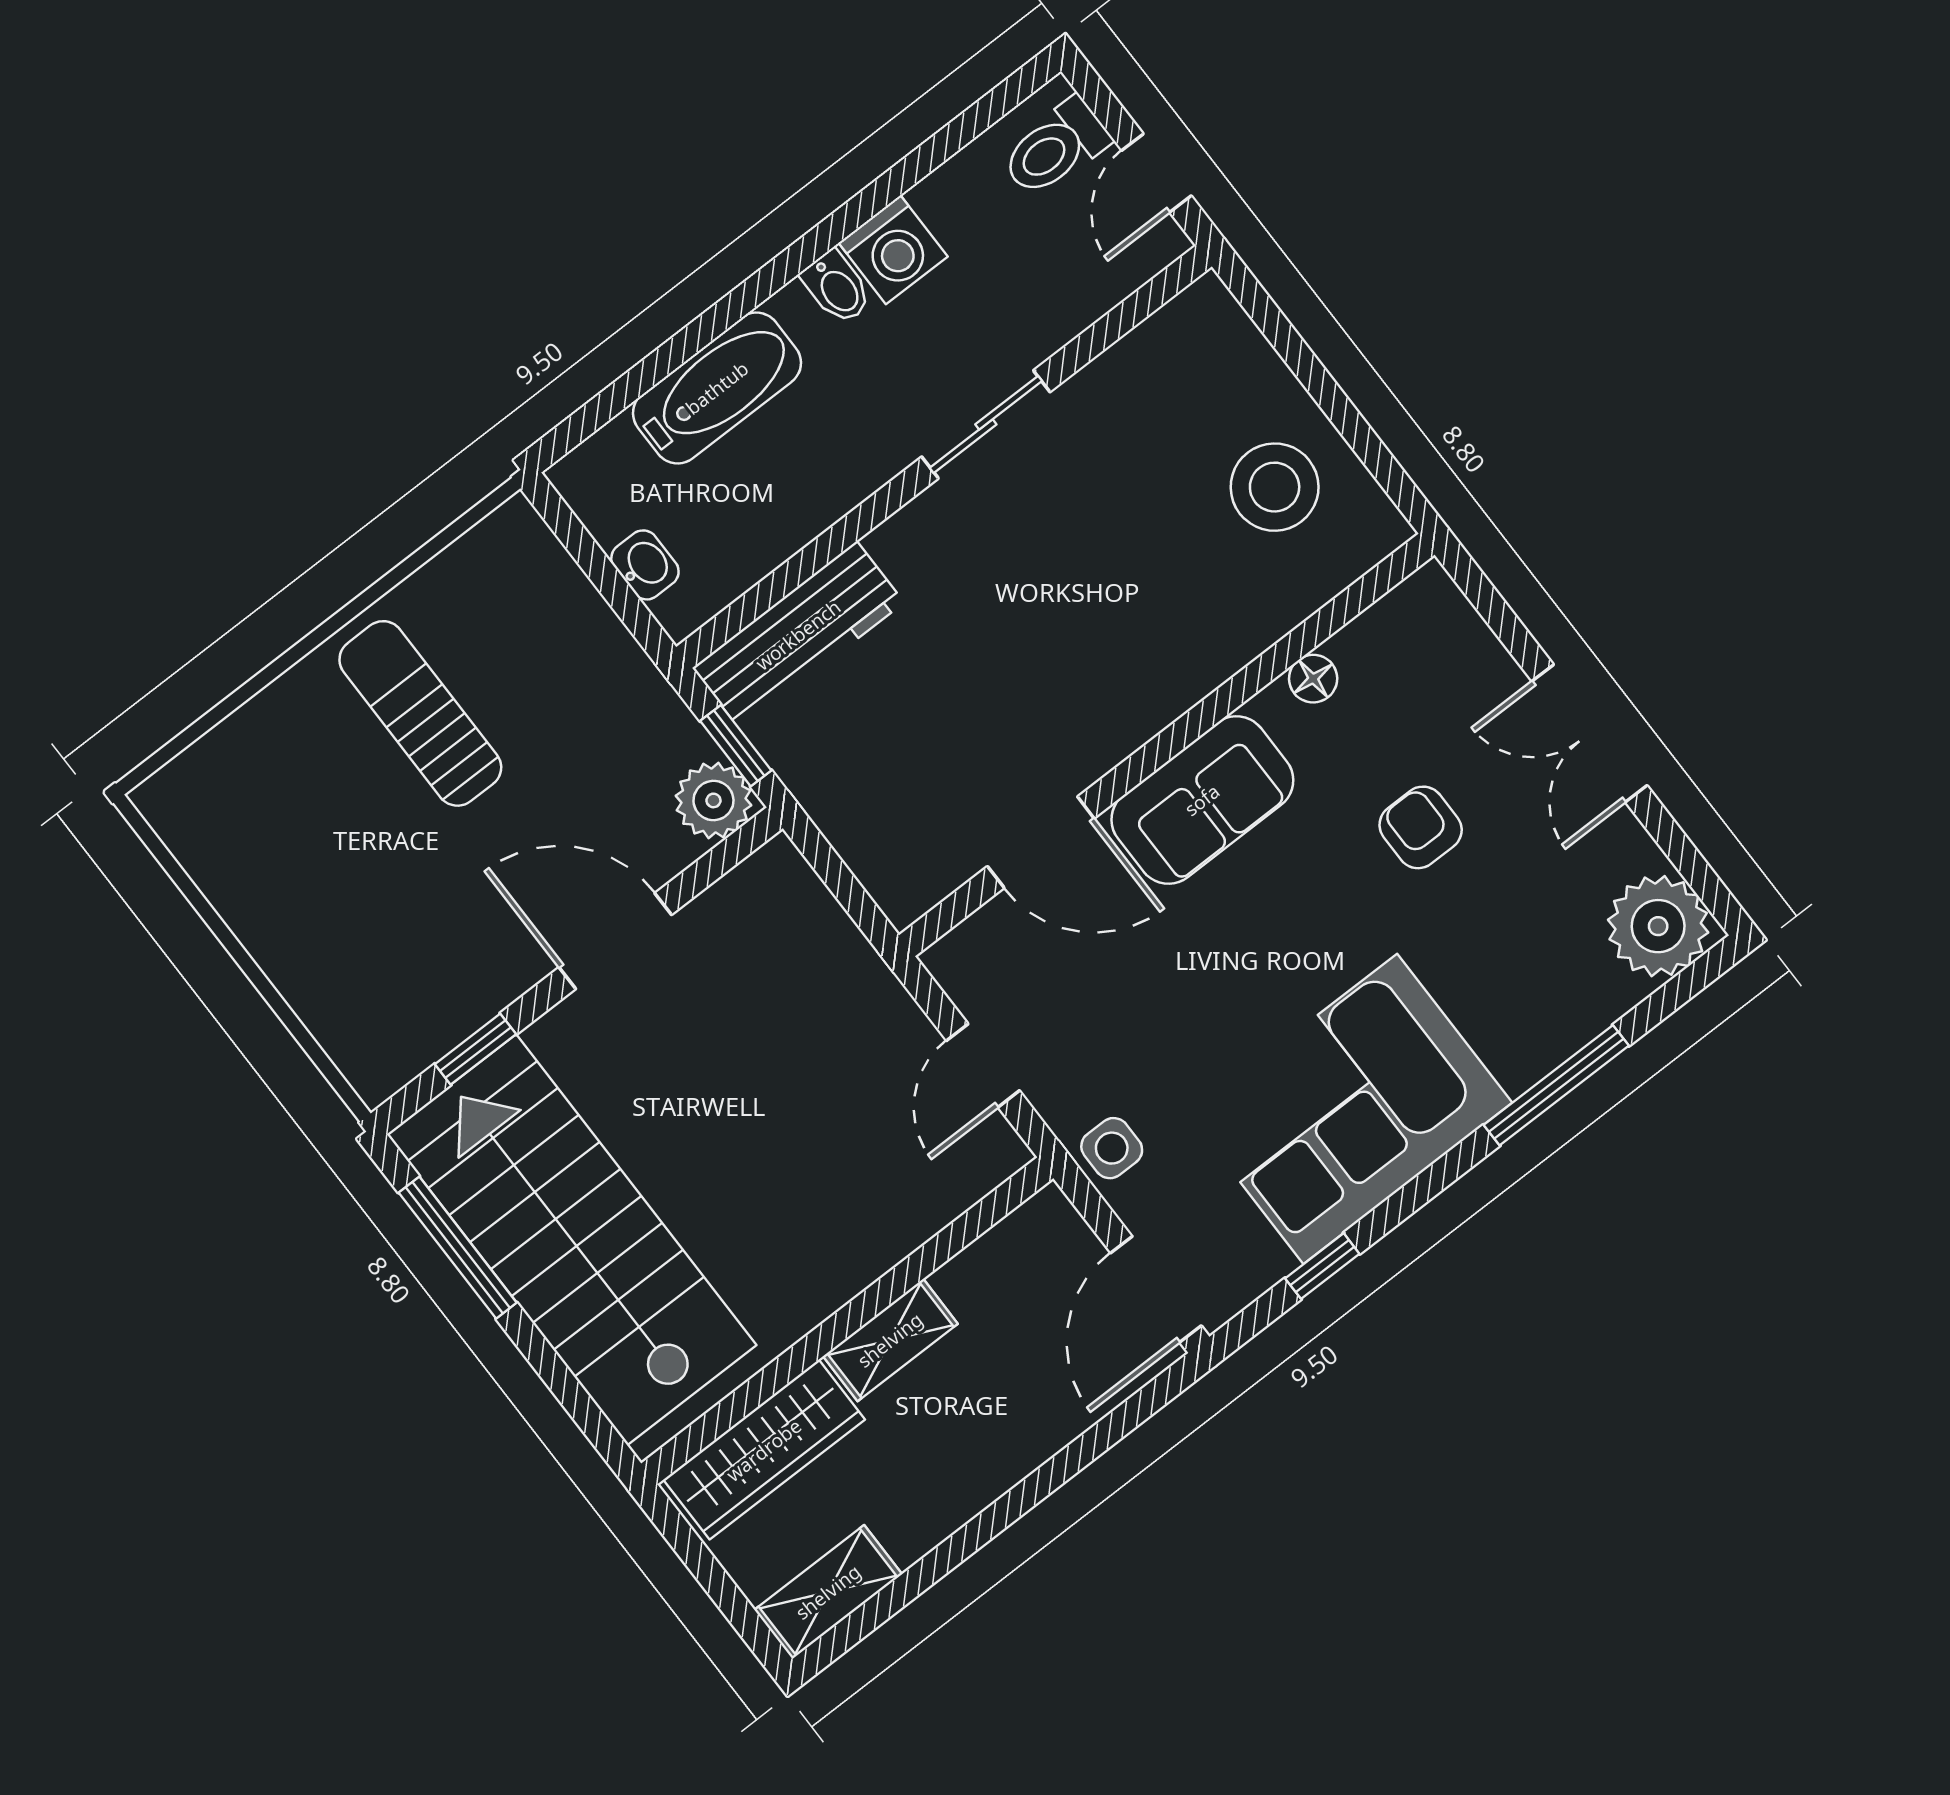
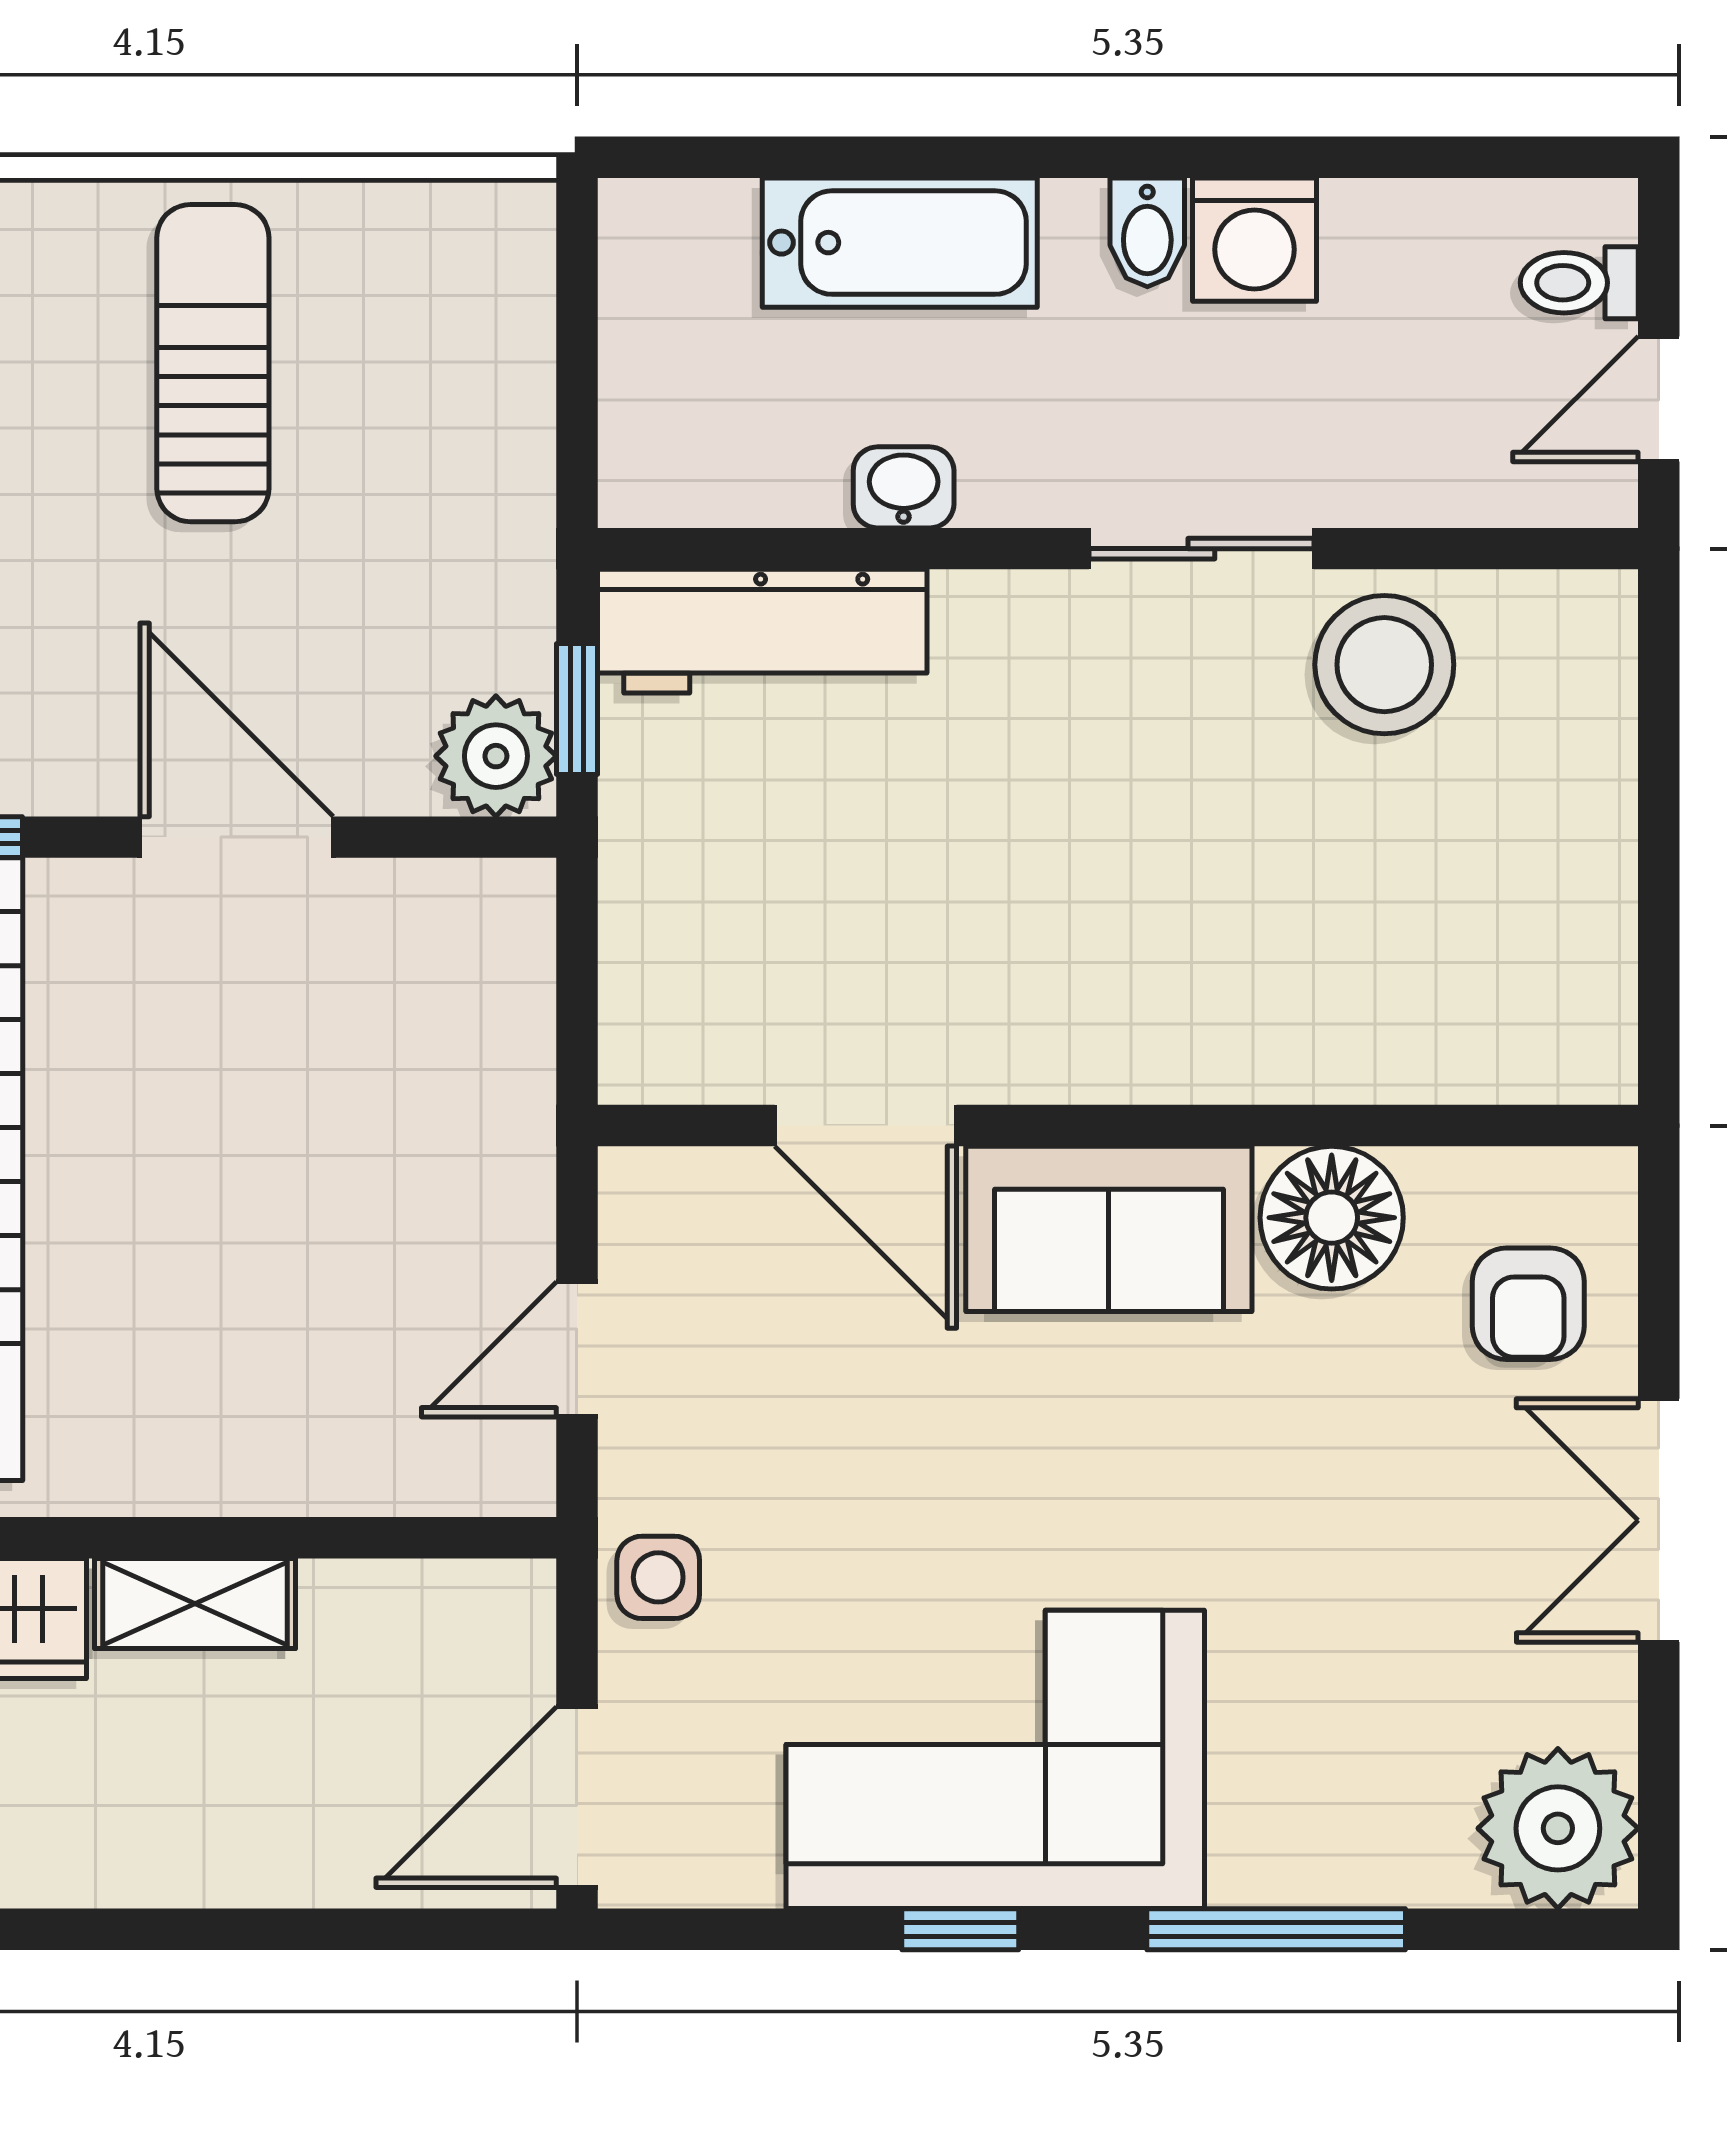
toilet: (1055, 148) -> (1579, 283), width x0.73, depth x0.72
stool: (1275, 487) -> (1384, 665), moved
washbasin: (645, 565) -> (904, 487), moved, turned -90
floor lamp: (1313, 679) -> (1332, 1218), width x1.89, depth x1.89
armchair: (1421, 827) -> (1528, 1304), moved, turned 180
window: (1322, 1266) -> (960, 1929), moved

